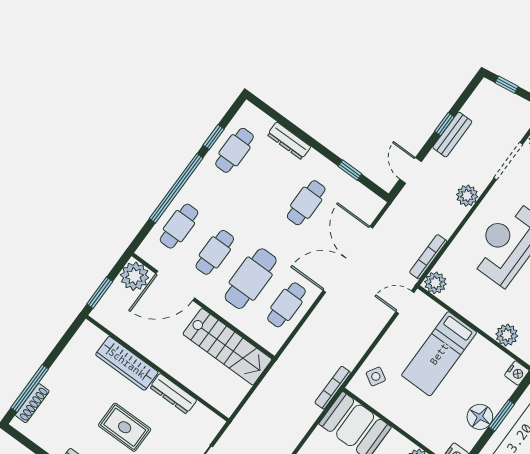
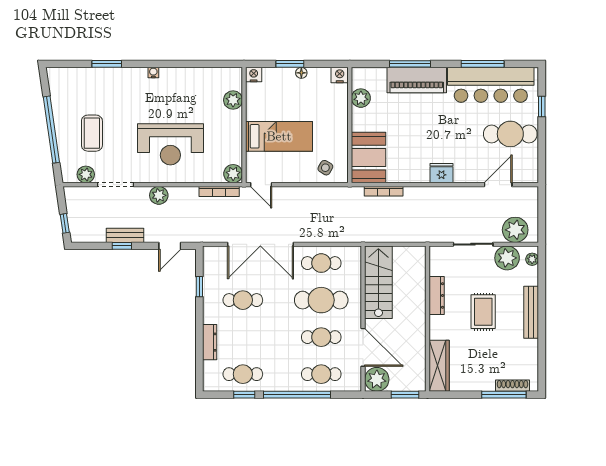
wardrobe: (127, 363) -> (439, 366), moved
bookcase: (333, 388) -> (384, 191), moved
floor lamp: (480, 417) -> (301, 73), width x0.53, depth x0.53

